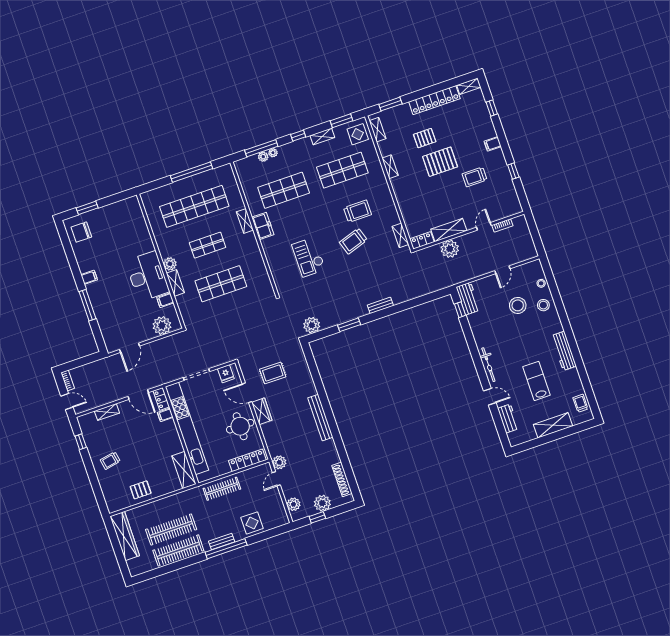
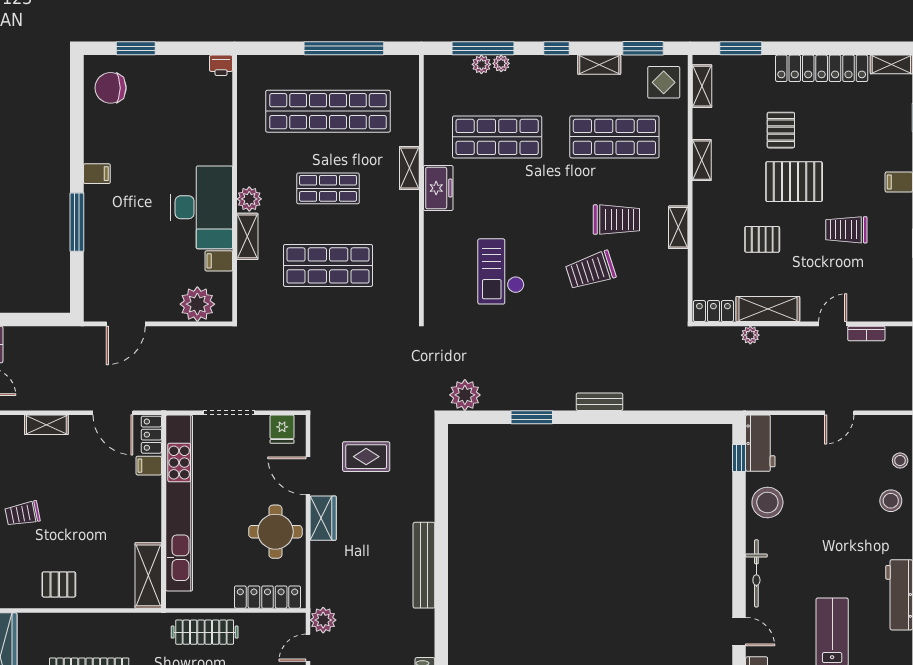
pallet: (425, 138) -> (781, 130), turned 90
pallet: (434, 196) -> (762, 239), added
printer: (133, 202) -> (221, 65), added
shelving: (401, 235) -> (678, 227), moved
plant: (450, 249) -> (750, 335), width x0.53, depth x0.53
stool: (518, 305) -> (767, 503), moved

